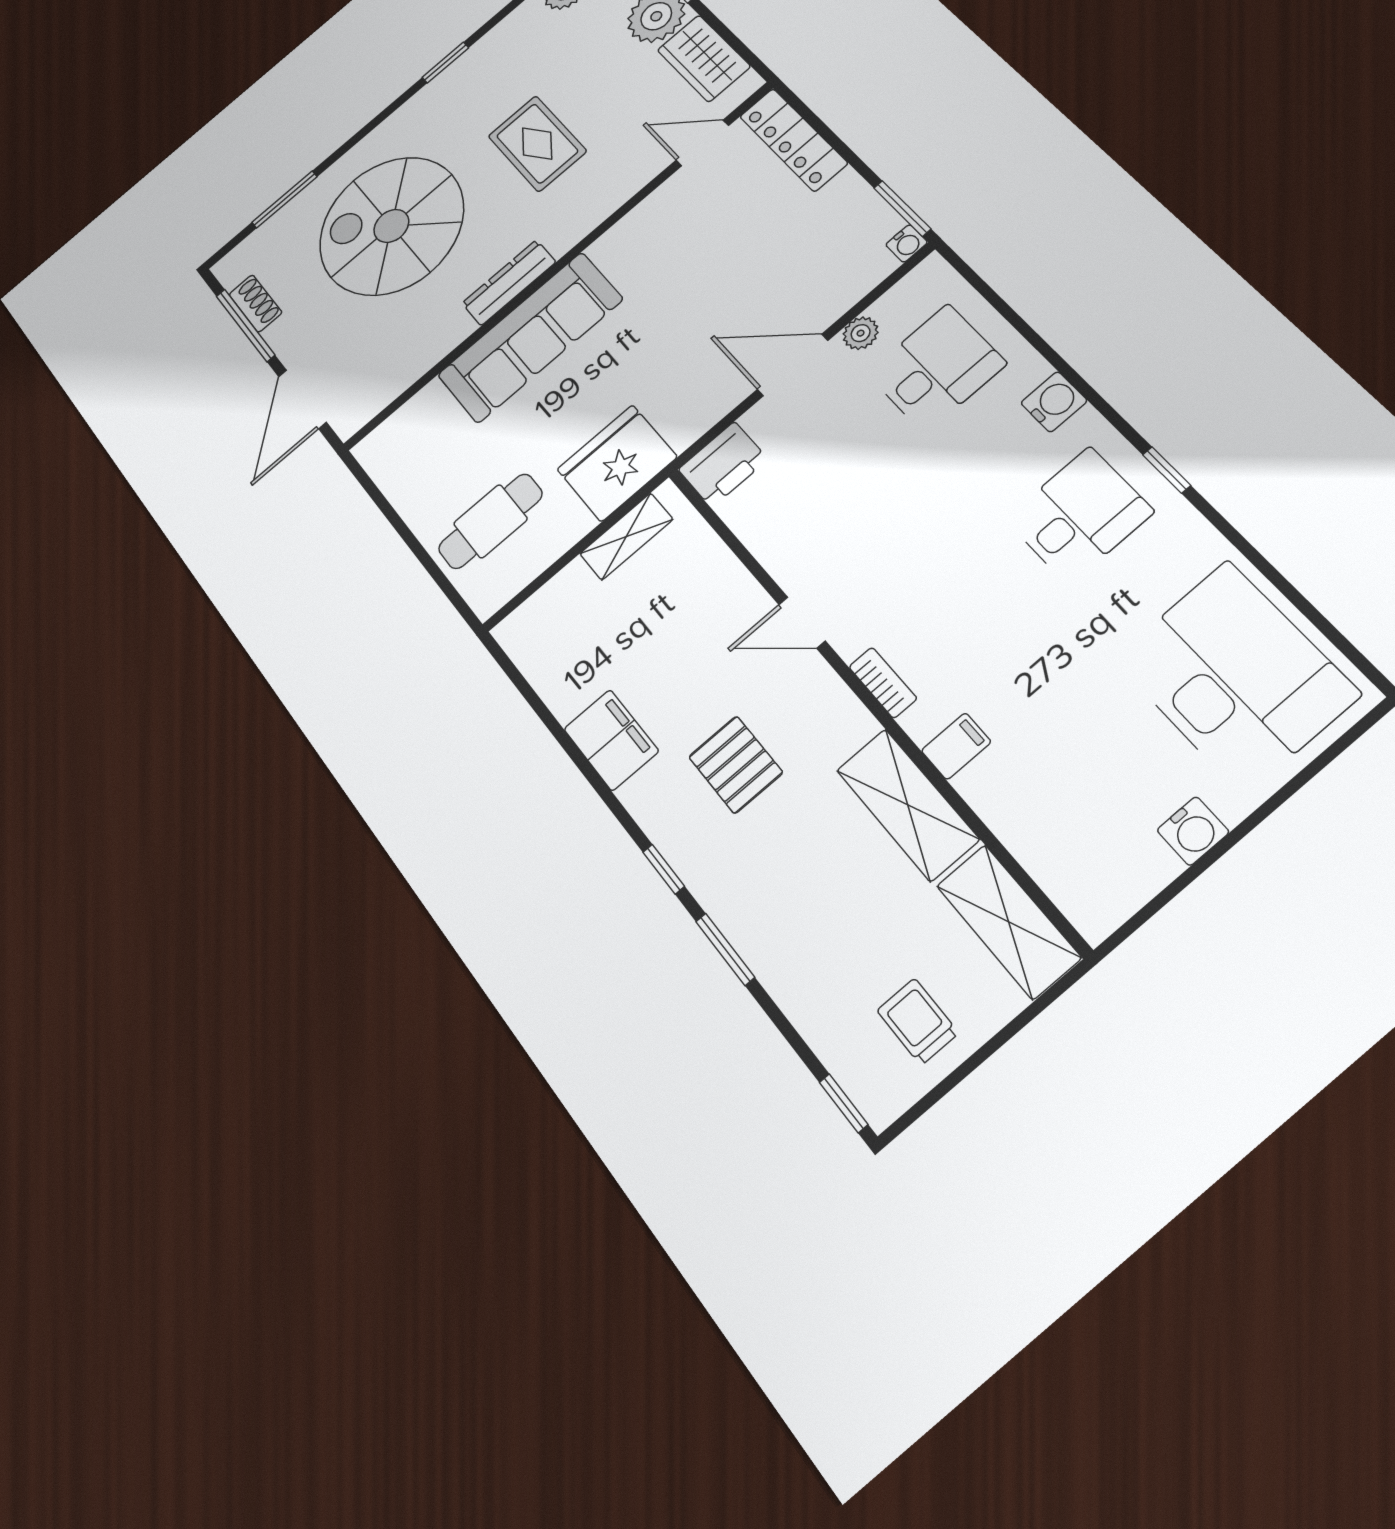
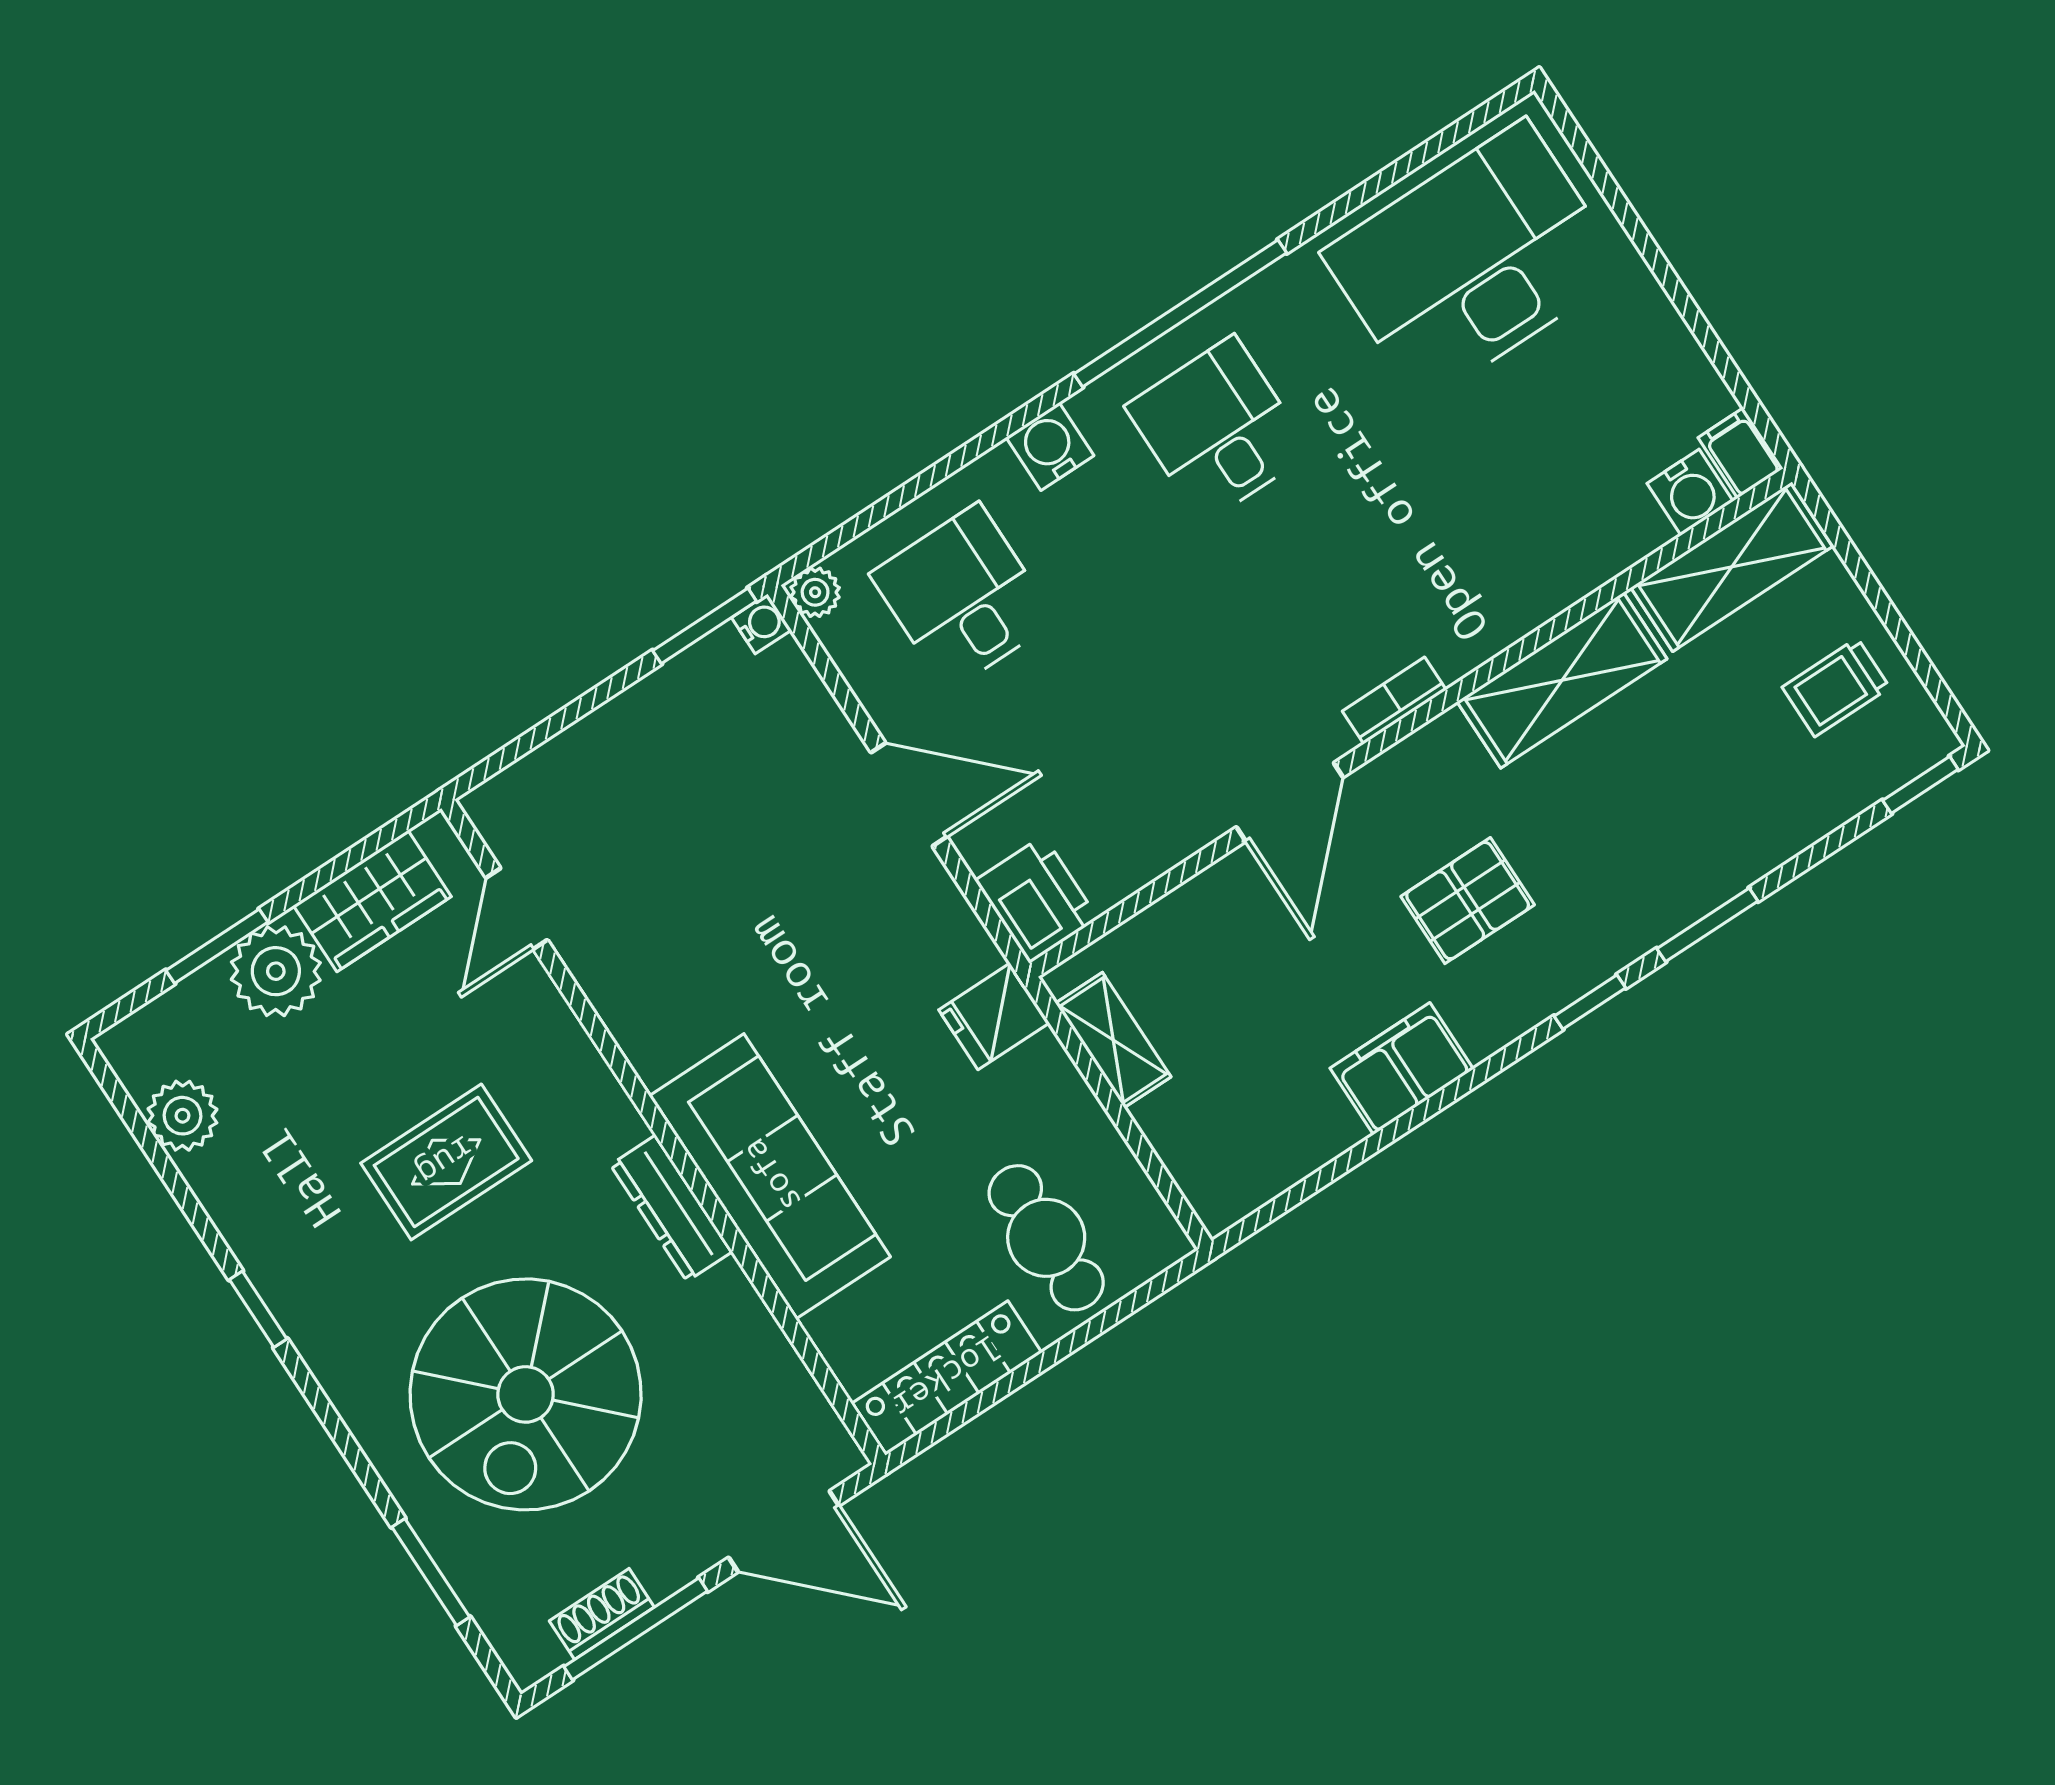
locker: (793, 140) -> (947, 1378), moved, turned 180
plant: (861, 333) -> (815, 592), moved
door: (793, 365) -> (909, 795), swing flipped
fridge: (617, 463) -> (994, 1016), width x0.53, depth x0.75
window: (1167, 470) -> (1180, 313), width x3.17
door: (802, 623) -> (1290, 802), width x1.38
filing cabinet: (956, 746) -> (1741, 453), moved
water cooler: (1193, 831) -> (1690, 492), moved, turned 90

